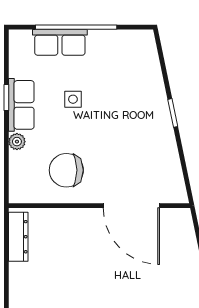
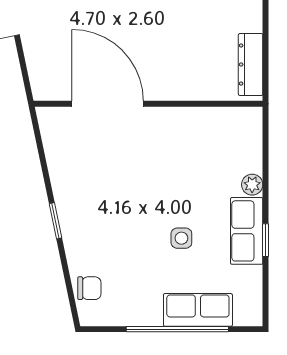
chair: (66, 170) -> (89, 288), moved, width x0.54, depth x0.54

